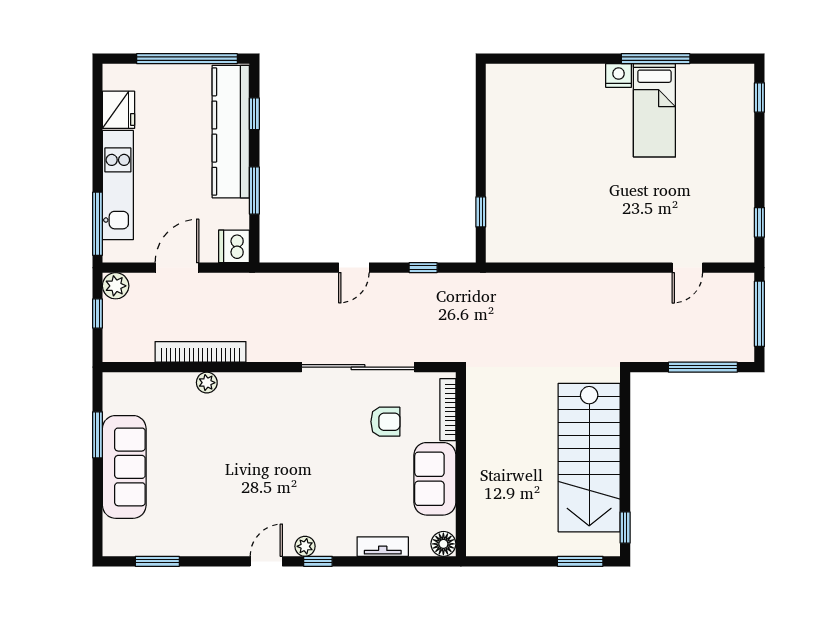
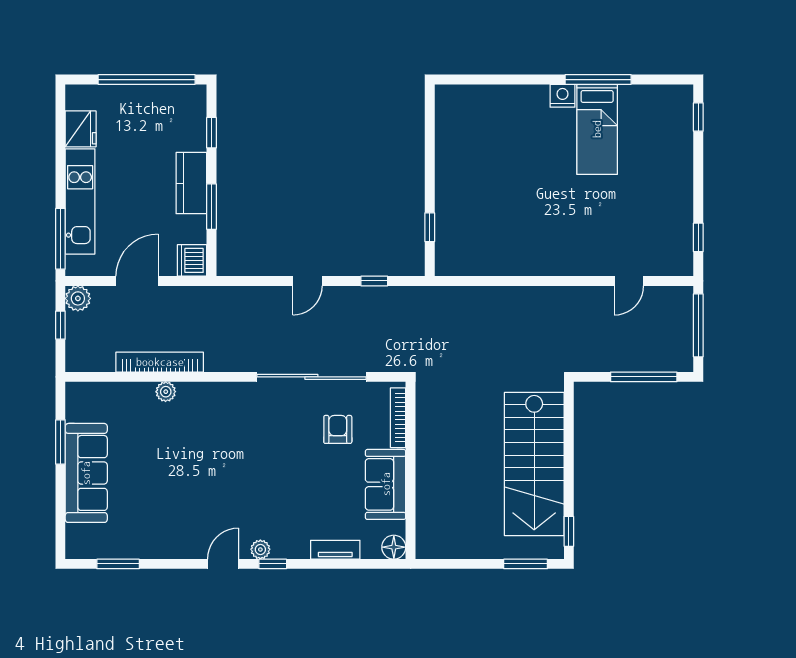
kitchen counter: (231, 132) -> (191, 183), width x0.48, depth x0.86
armchair: (385, 422) -> (338, 429), turned -90

